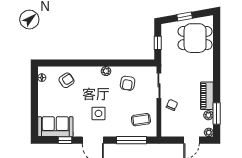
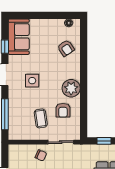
plant: (106, 71) -> (71, 88), width x1.87, depth x1.87
armchair: (128, 83) -> (63, 110), turned -99
coffee table: (141, 120) -> (41, 118), moved

